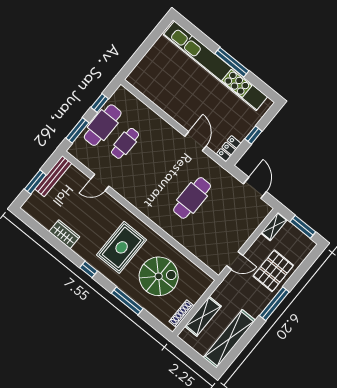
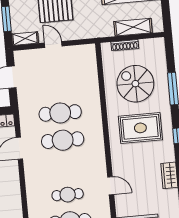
cafe table: (170, 180) -> (63, 140), added
door: (235, 261) -> (53, 44), moved
shoe rack: (182, 314) -> (125, 45), moved

